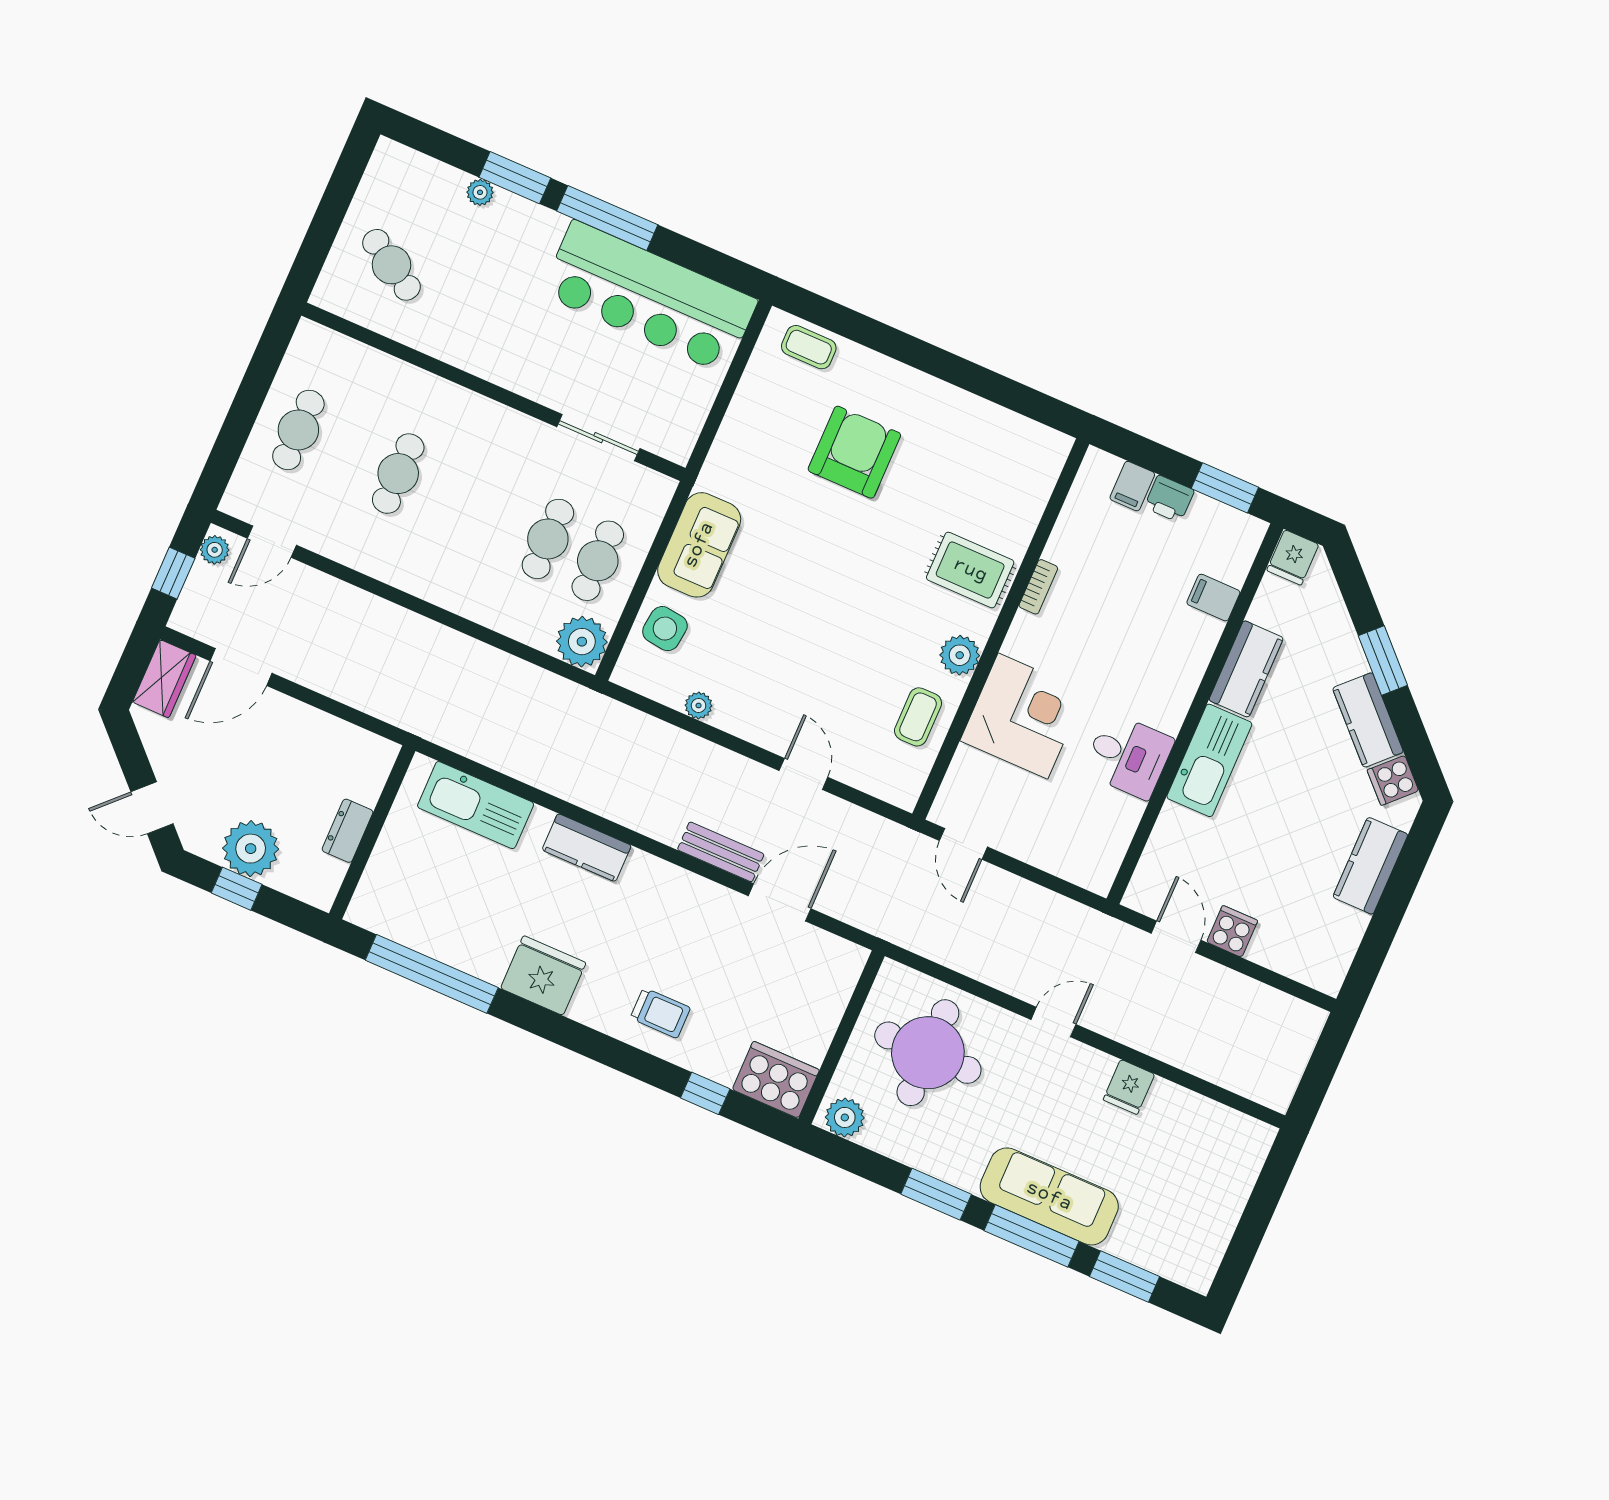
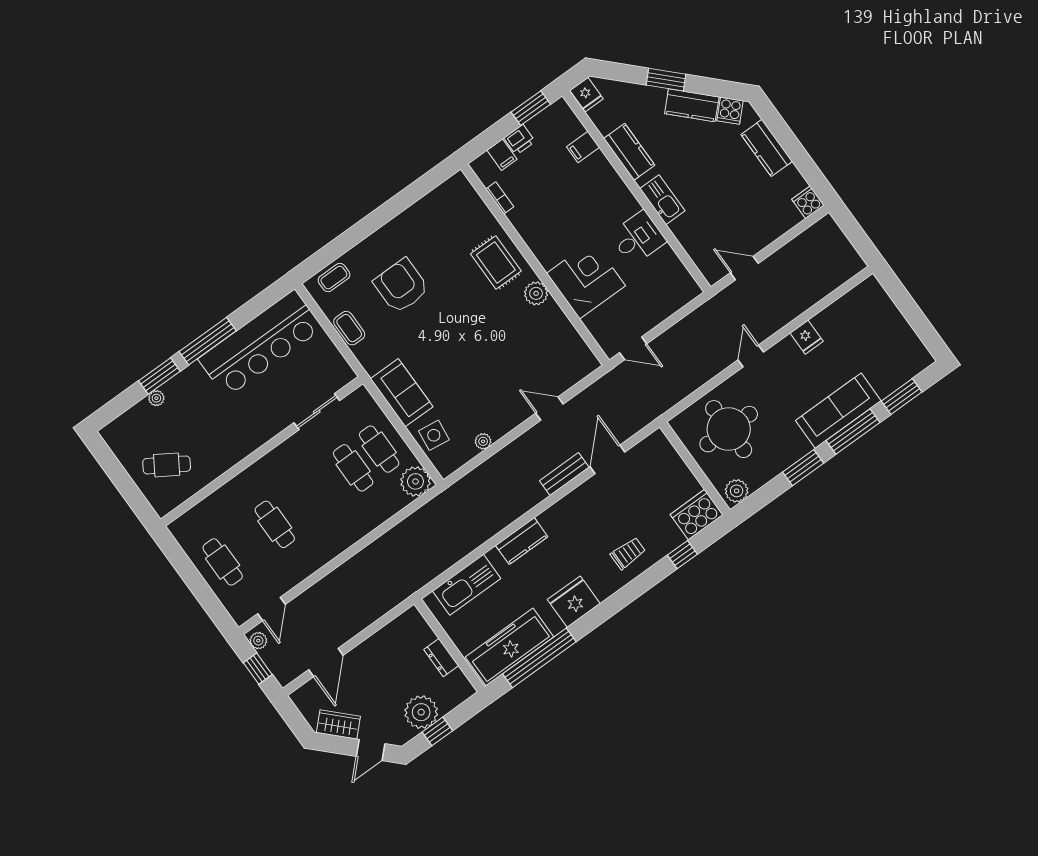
rug: (970, 570) -> (496, 262), turned 90
bookcase: (1038, 587) -> (500, 198), moved
wardrobe: (164, 679) -> (338, 724), moved, turned -45
coffee table: (918, 717) -> (349, 328), moved
kitchen sink: (1209, 760) -> (662, 200), width x0.73, depth x0.81
freezer: (422, 921) -> (509, 647), added
cooker: (1232, 931) -> (808, 202), moved

